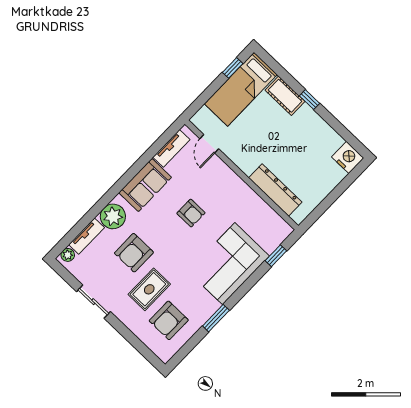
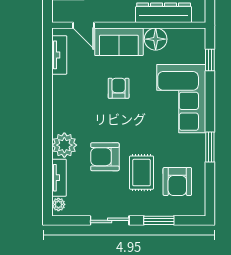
sofa: (145, 185) -> (119, 42), moved, turned 90
floor lamp: (251, 203) -> (156, 39), added
armchair: (191, 213) -> (119, 88), turned -90
armchair: (134, 253) -> (105, 157), turned 90
window: (129, 336) -> (159, 220), added

